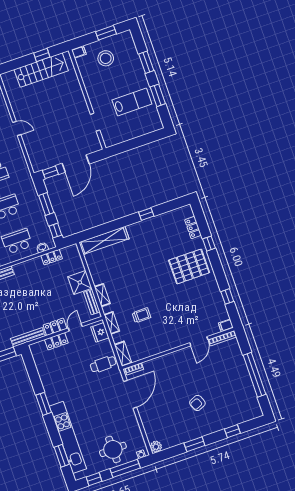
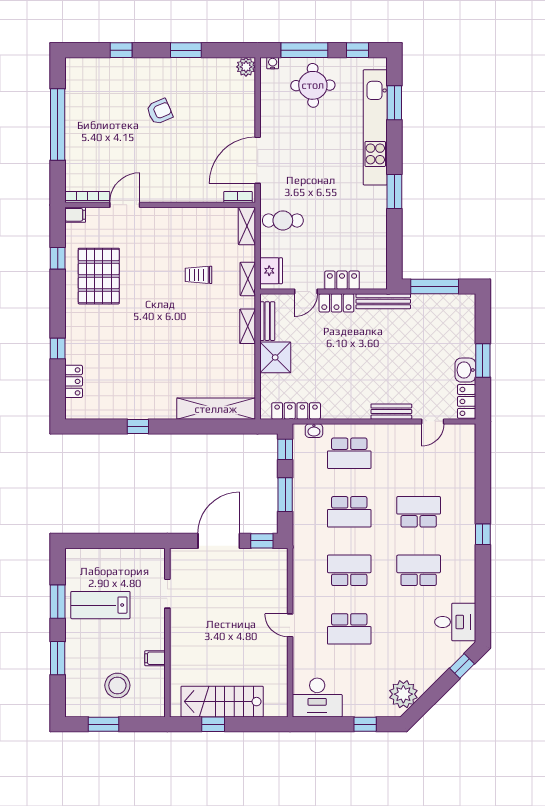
filing cabinet: (79, 52) -> (155, 658), moved
locker: (52, 257) -> (296, 411), width x1.53
pallet: (189, 266) -> (99, 276), moved, turned 90

